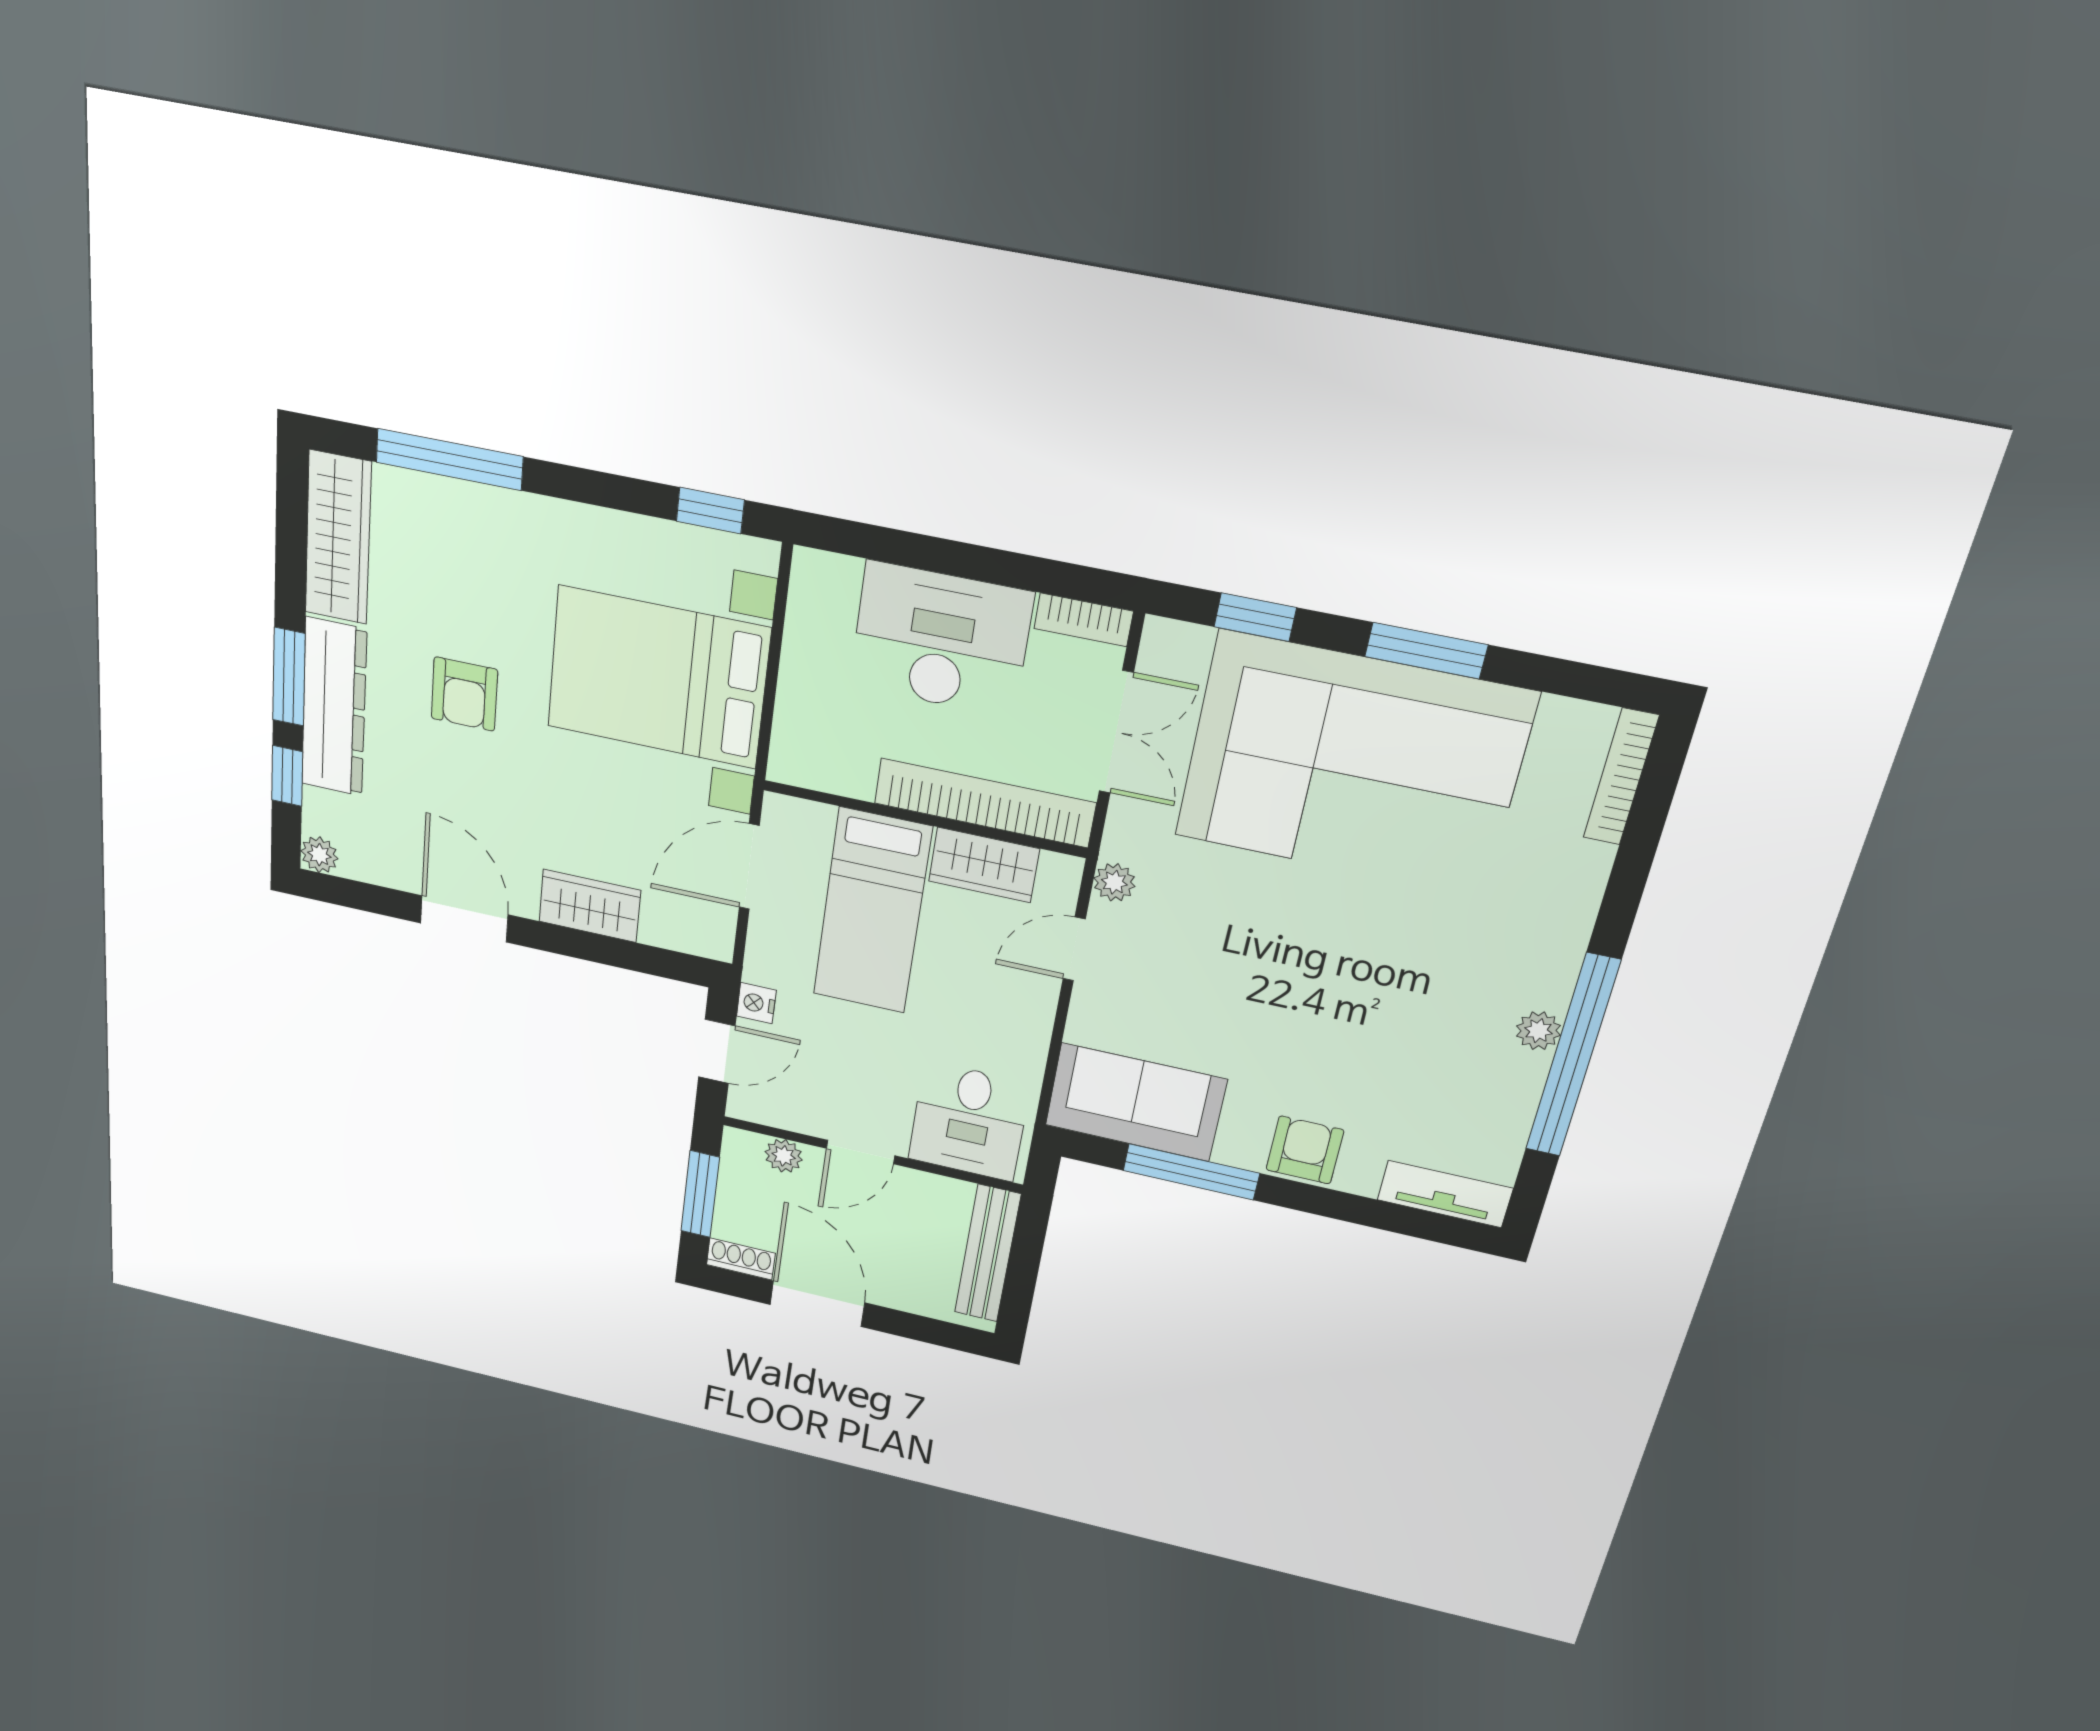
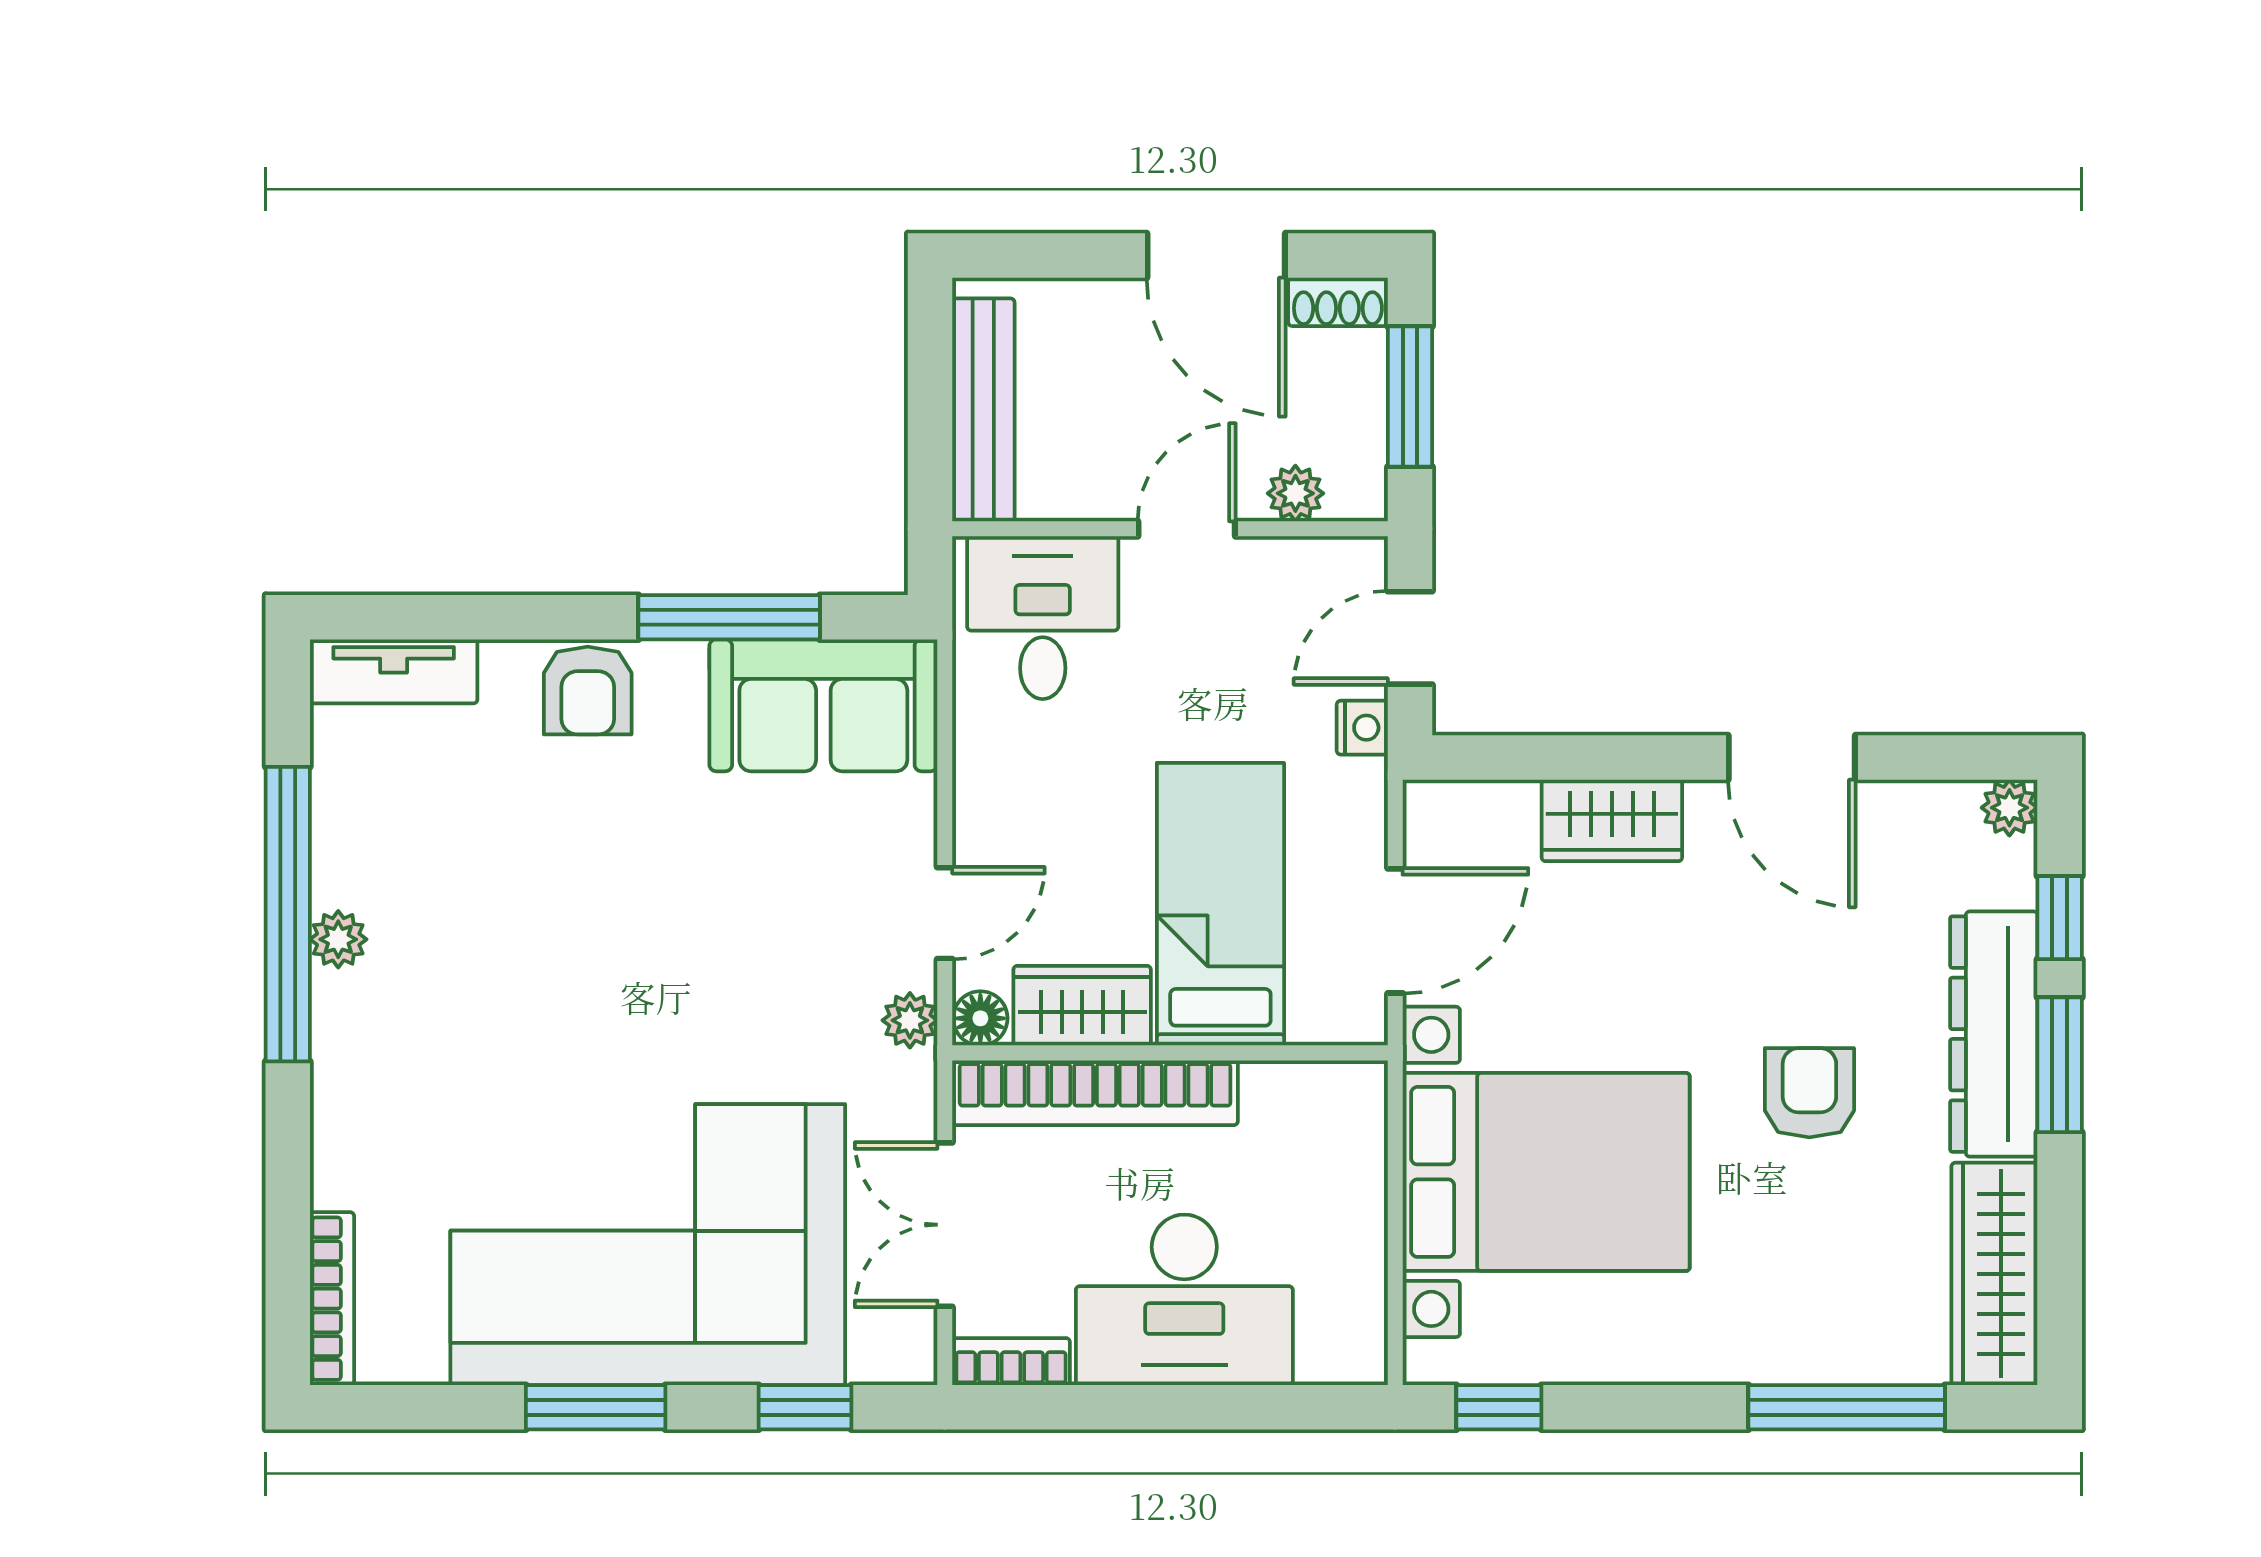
floor lamp: (1061, 872) -> (980, 1018), added

